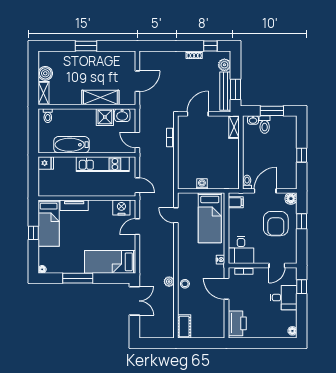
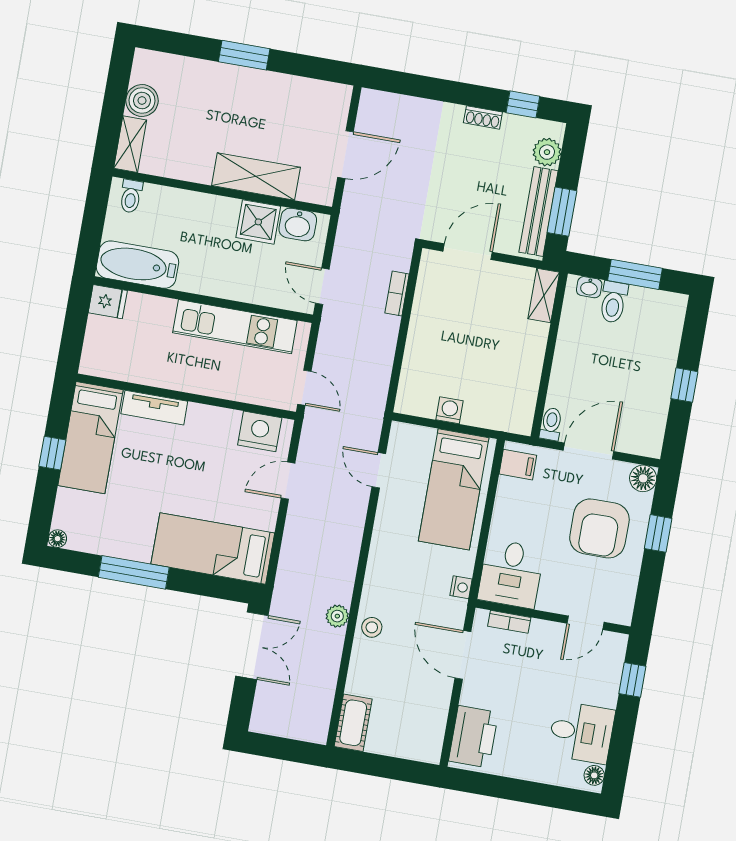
bathtub: (71, 145) -> (138, 265), moved
desk: (284, 298) -> (581, 732), moved

